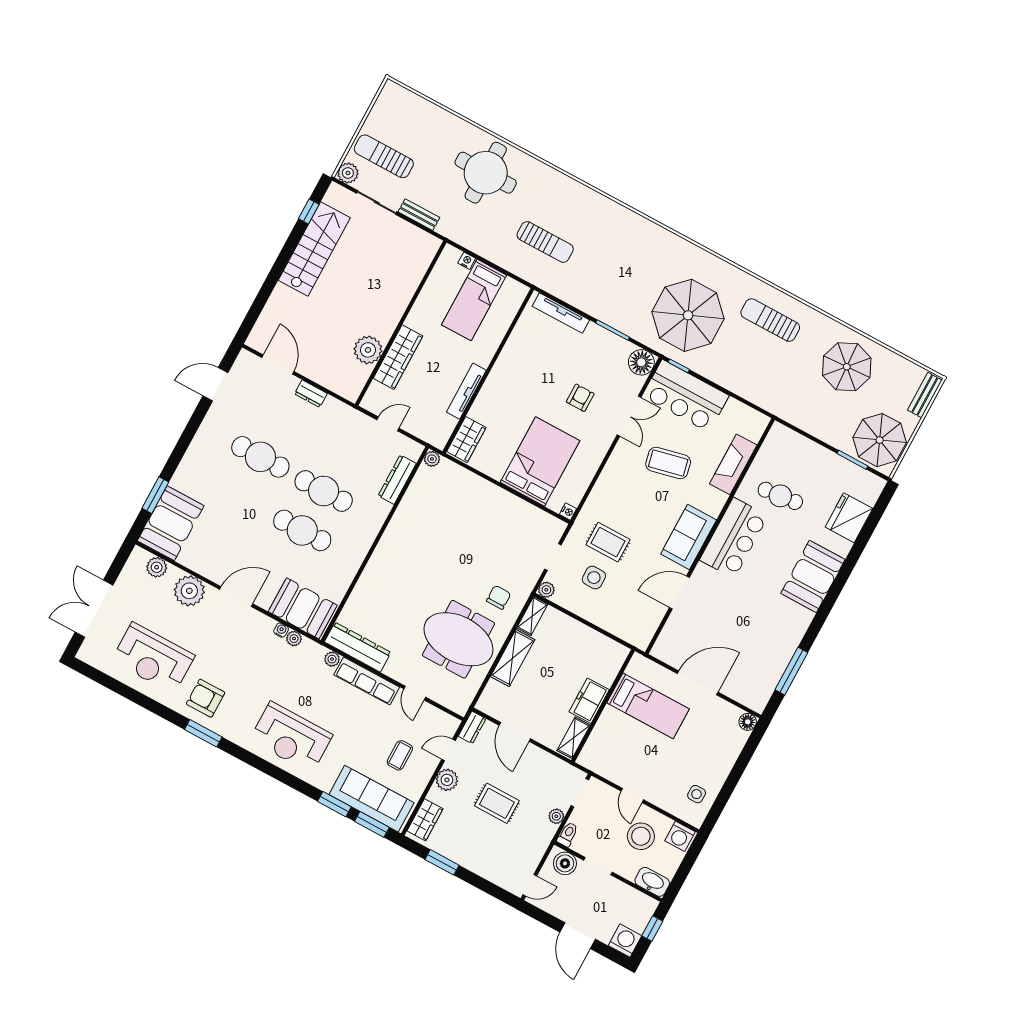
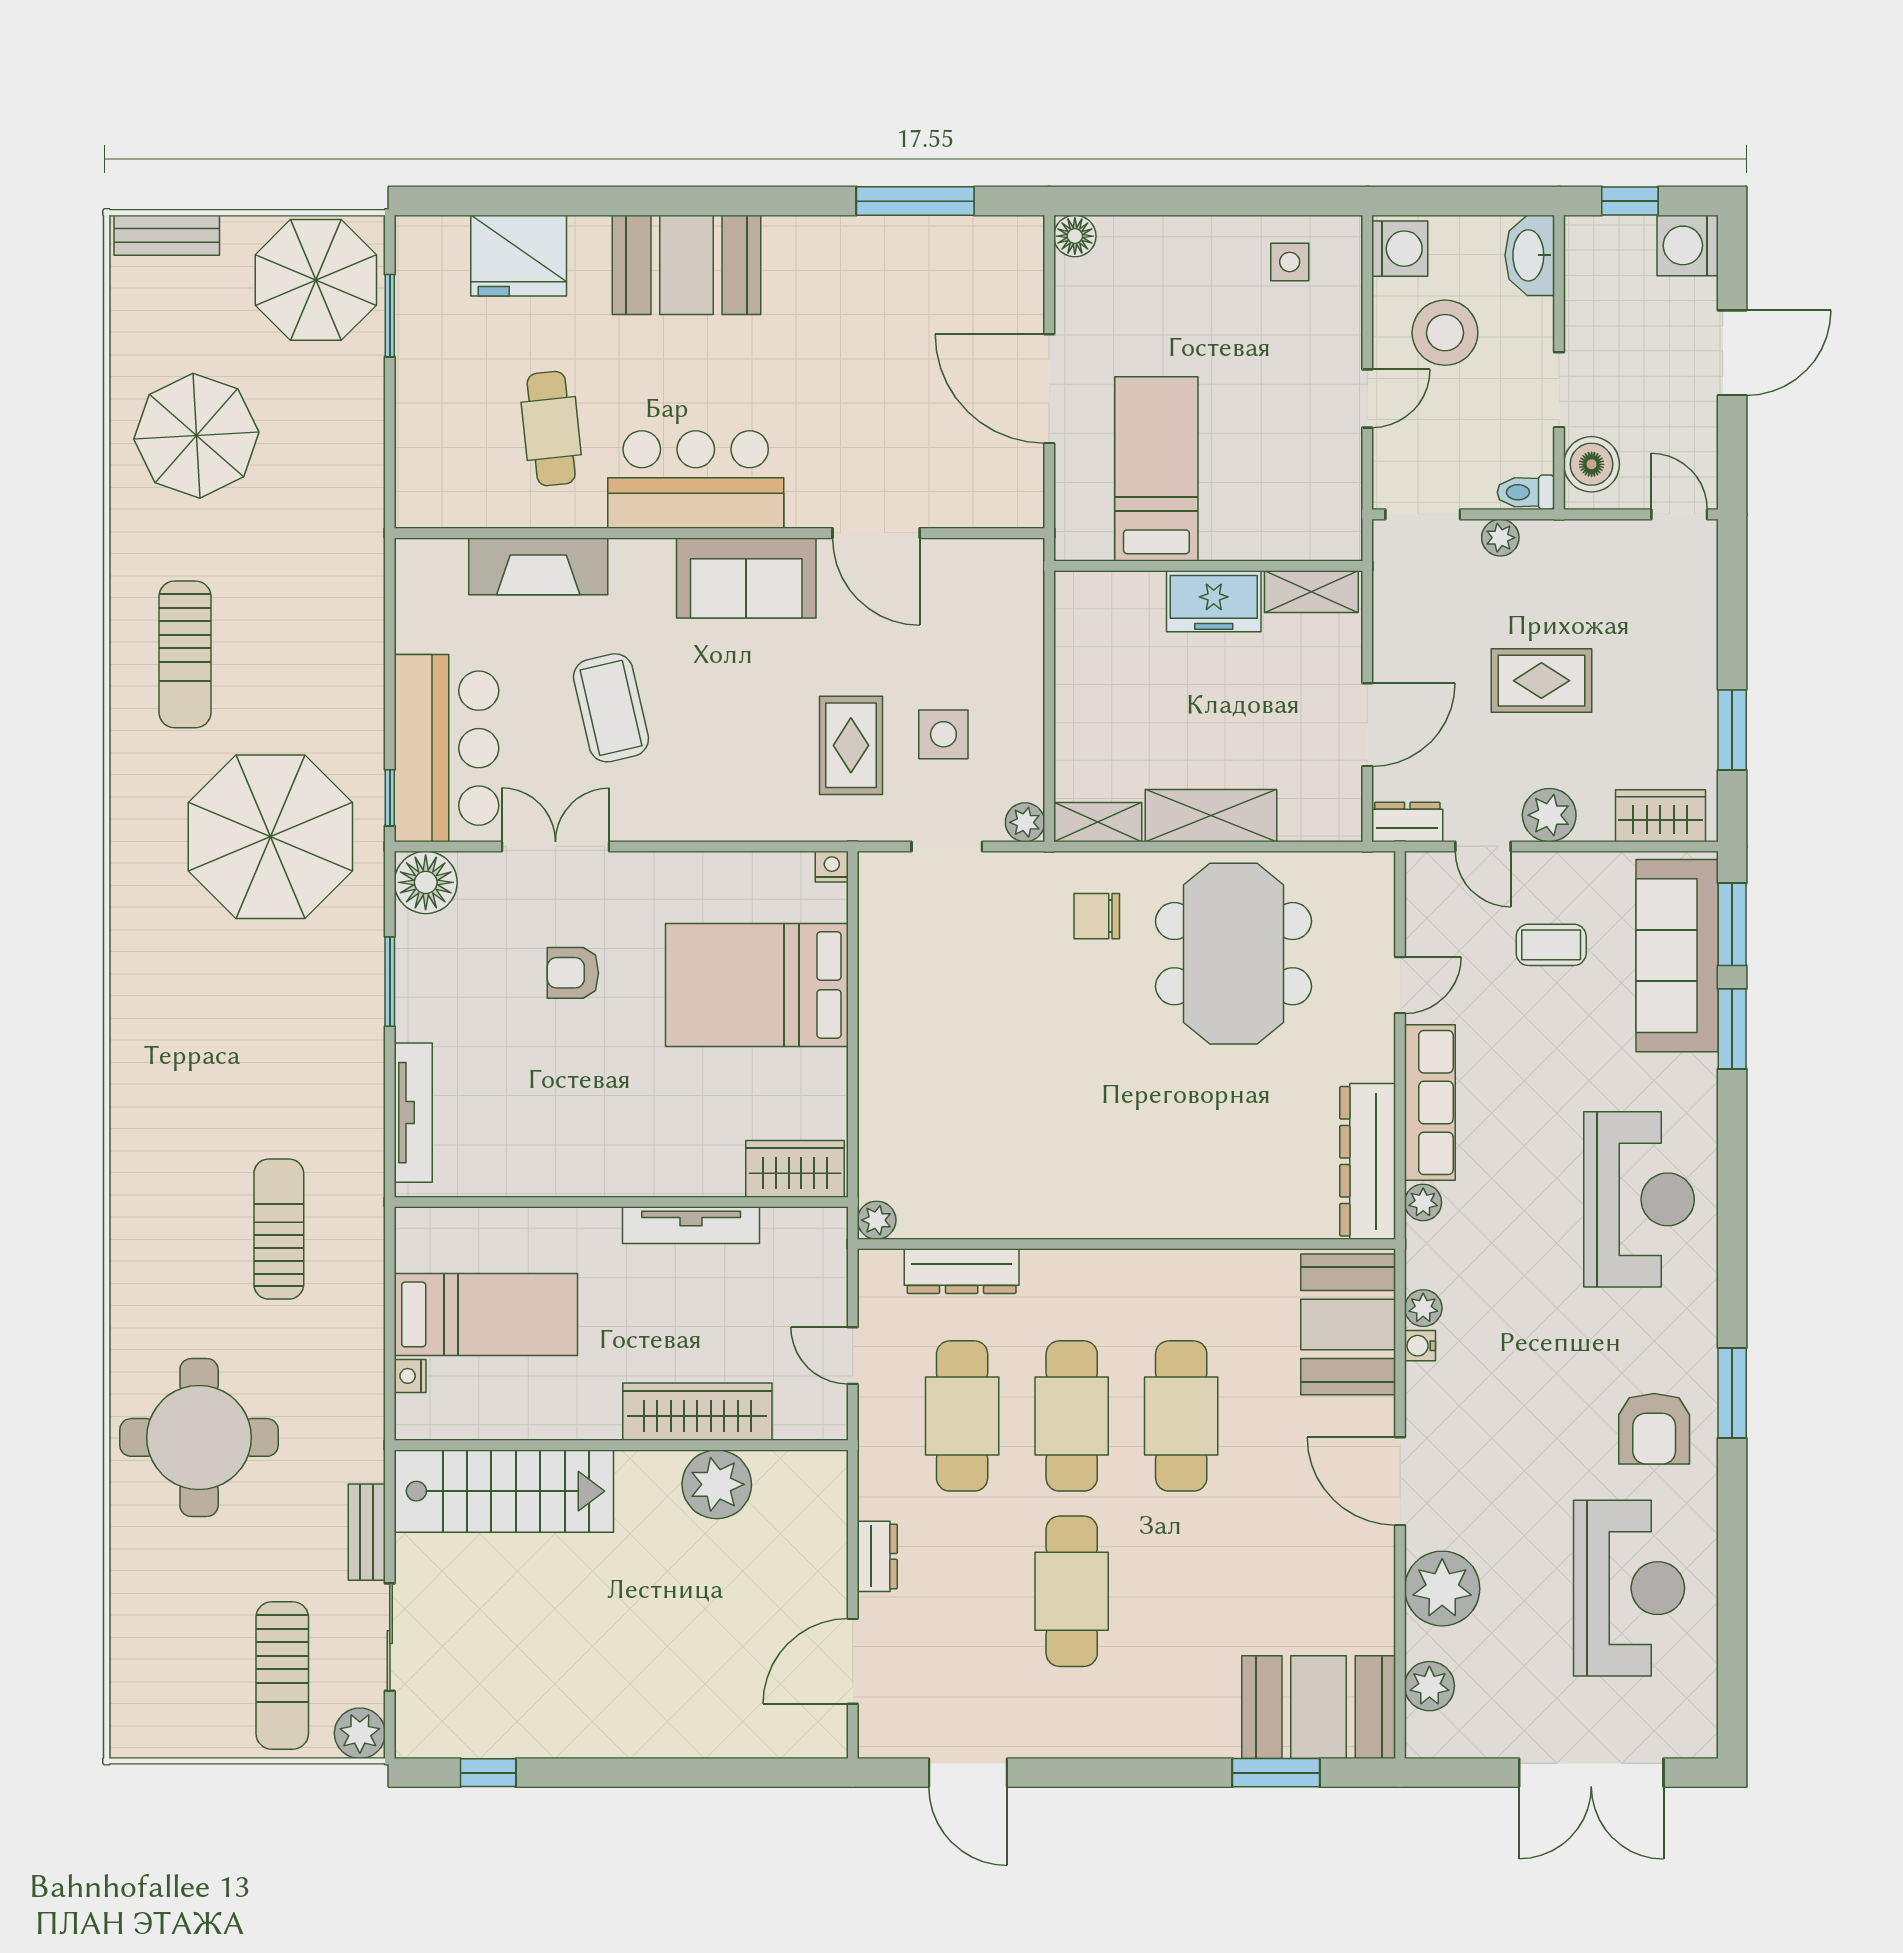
stairs: (314, 249) -> (504, 1491), moved, turned 180
cafe table: (345, 452) -> (962, 1416), added
rug: (497, 803) -> (1541, 681), turned 90

